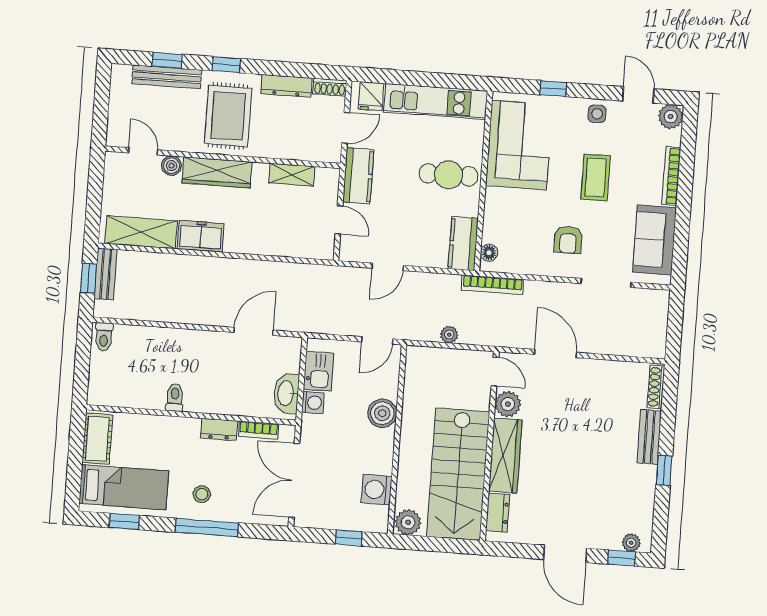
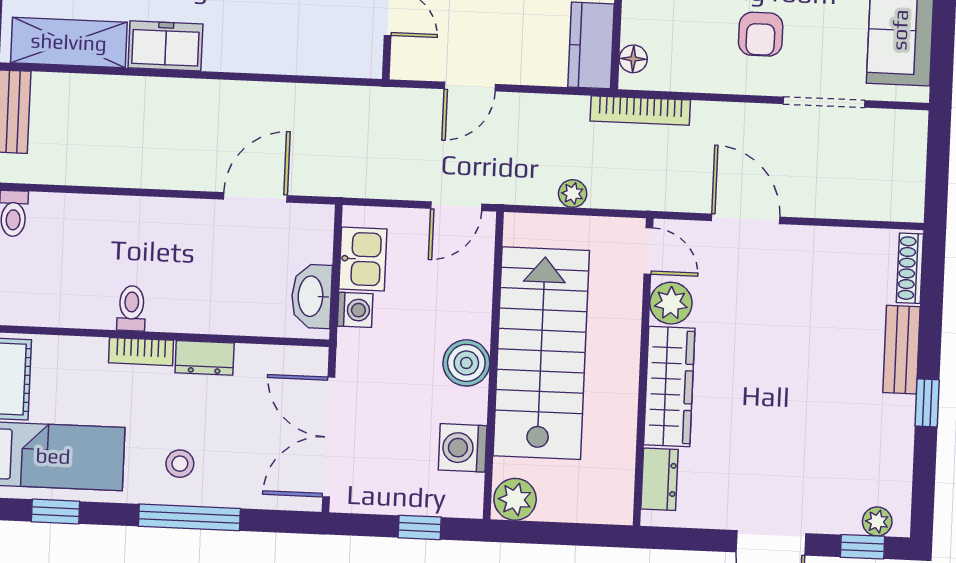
boiler: (382, 413) -> (466, 363), moved
bookcase: (259, 430) -> (141, 352), moved
stairs: (458, 474) -> (541, 353), moved, turned 180

